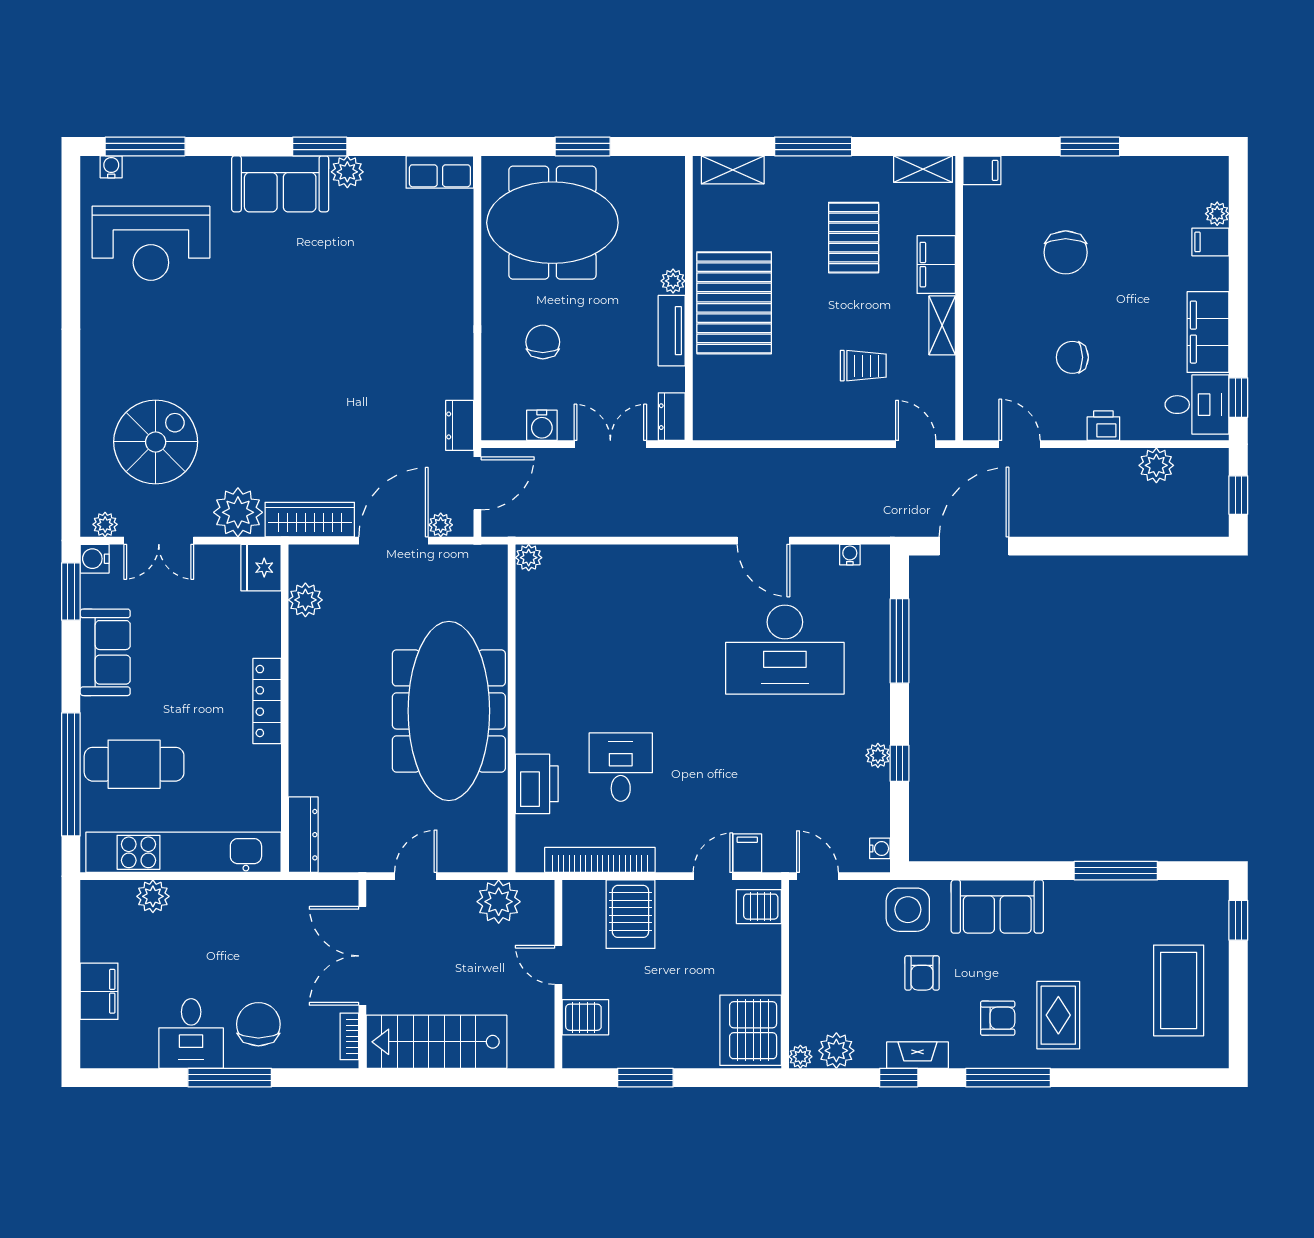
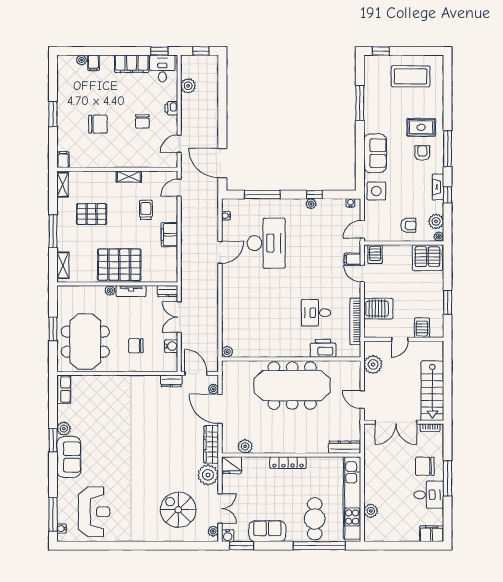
filing cabinet: (936, 265) -> (169, 235), moved, turned 90
armchair: (922, 973) -> (409, 225), moved
filing cabinet: (99, 991) -> (432, 534), moved

